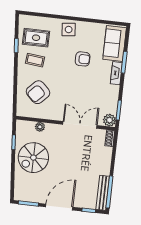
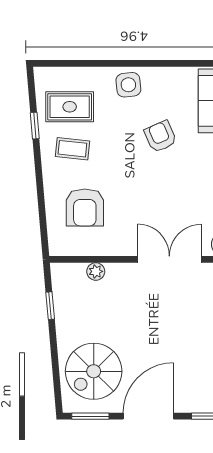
armchair: (83, 59) -> (160, 137), turned -114
armchair: (38, 92) -> (85, 207), turned -44
spiral stairs: (33, 158) -> (94, 371), moved

